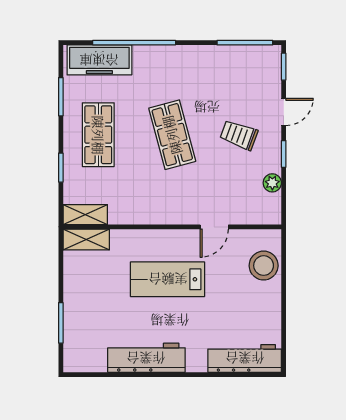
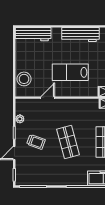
lab bench: (168, 279) -> (70, 72), turned 180

